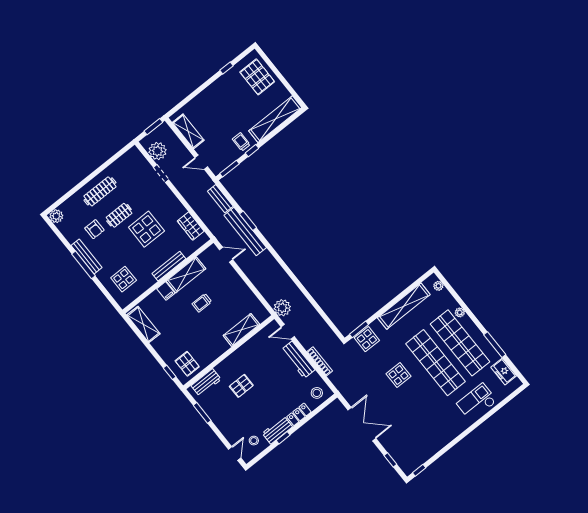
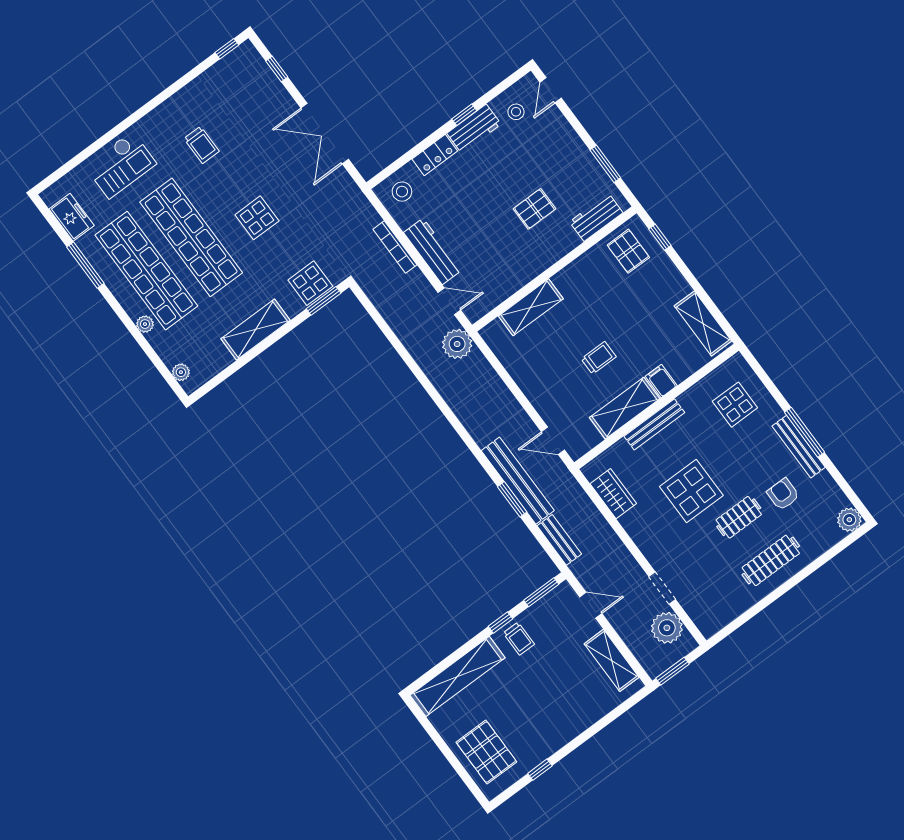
shelving: (404, 306) -> (256, 330), width x0.68
trolley: (431, 415) -> (202, 145), added

